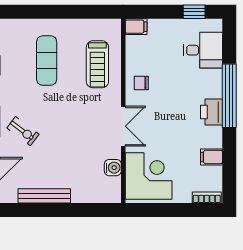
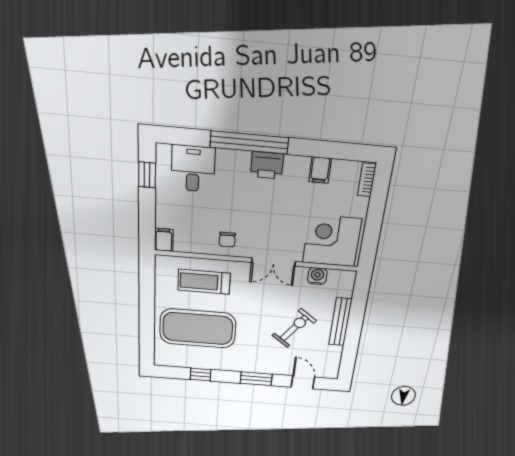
exercise mat: (47, 61) -> (198, 329), width x2.00, depth x1.45
treadmill: (97, 64) -> (204, 282), turned 180
double door: (123, 126) -> (274, 262), swing flipped
exercise bike: (23, 131) -> (294, 328), moved, width x1.38, depth x1.39
bench: (44, 196) -> (340, 322), moved

